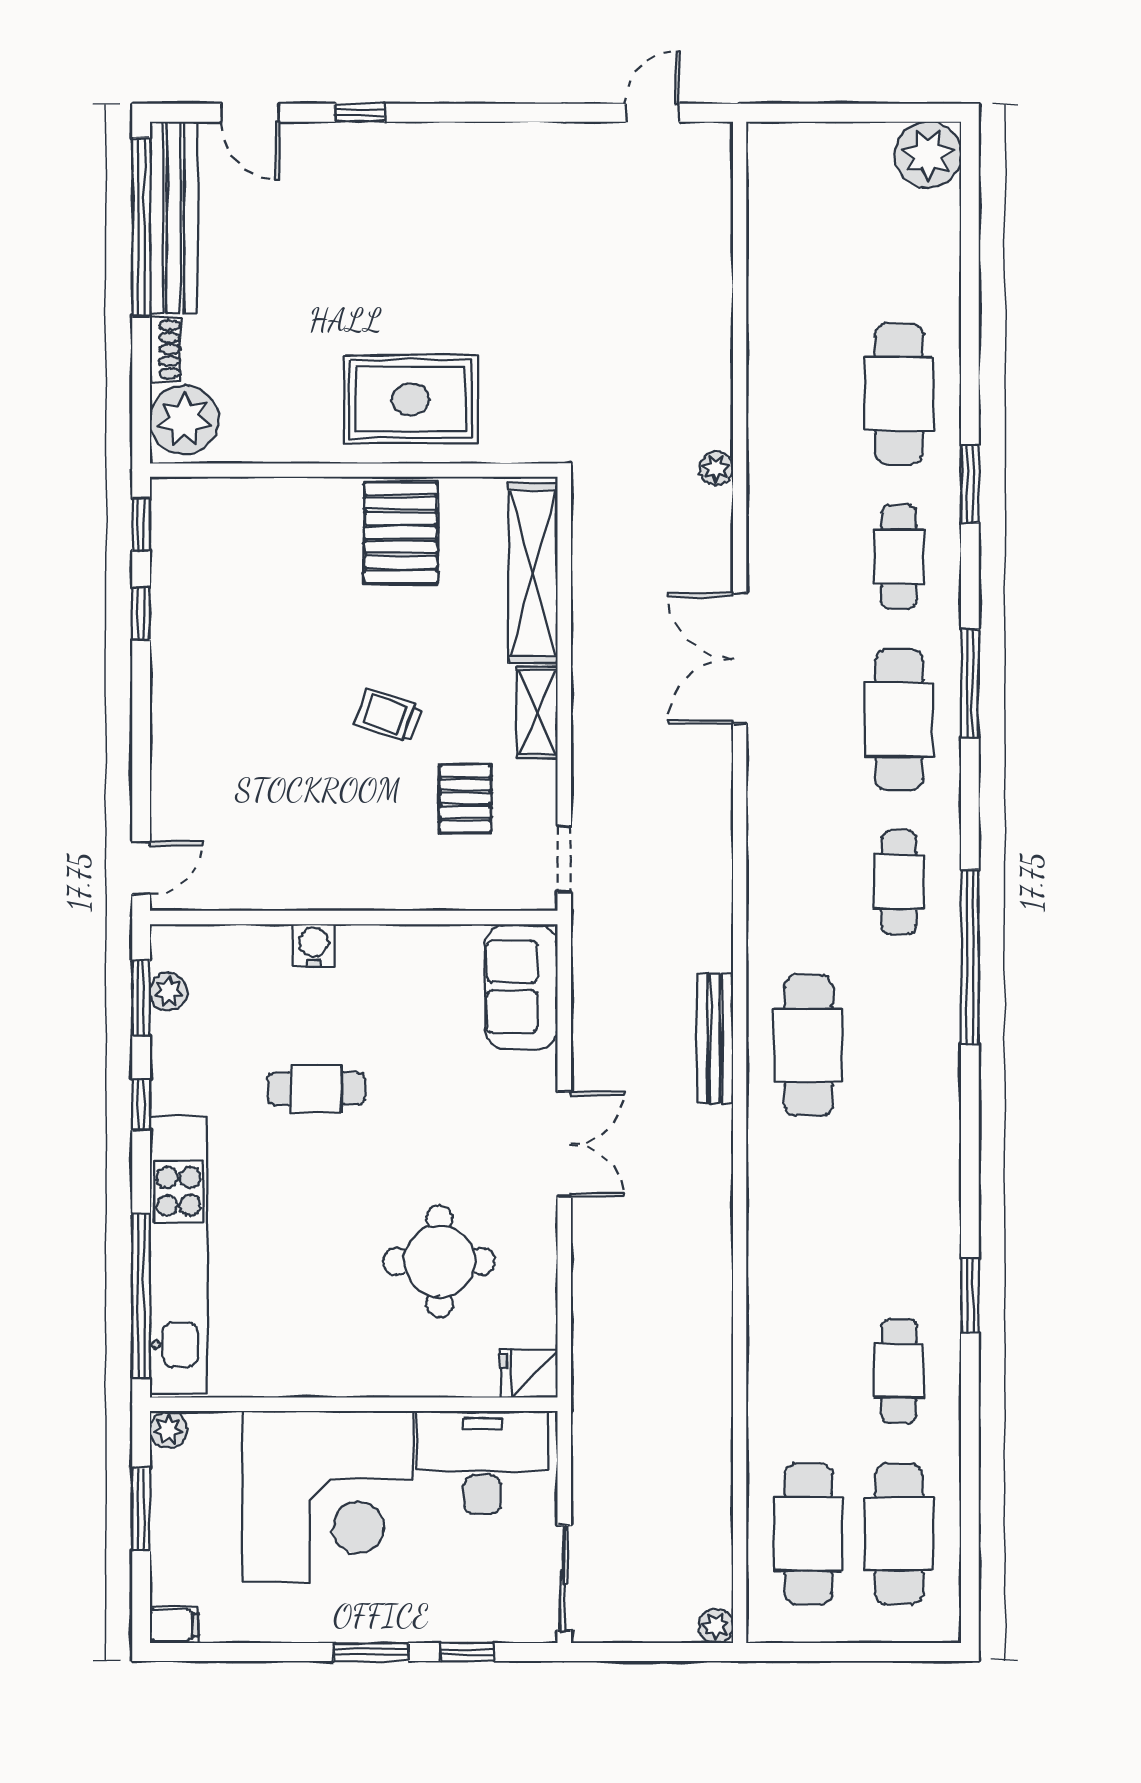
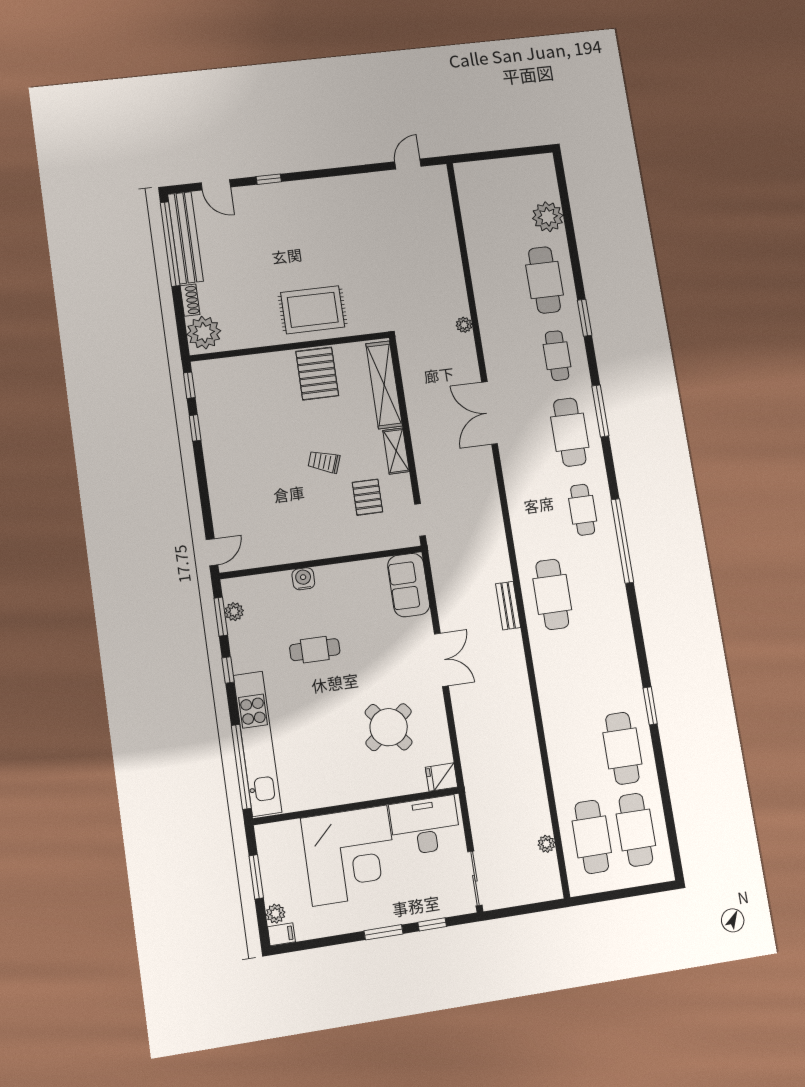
plant: (928, 155) -> (548, 217), moved
bench: (715, 1038) -> (508, 606), width x0.73
round table: (439, 1261) -> (389, 727), turned -38
cafe table: (899, 1371) -> (622, 748), width x1.37, depth x1.35
plant: (169, 1430) -> (276, 914), moved
plant: (716, 1626) -> (546, 844), moved

